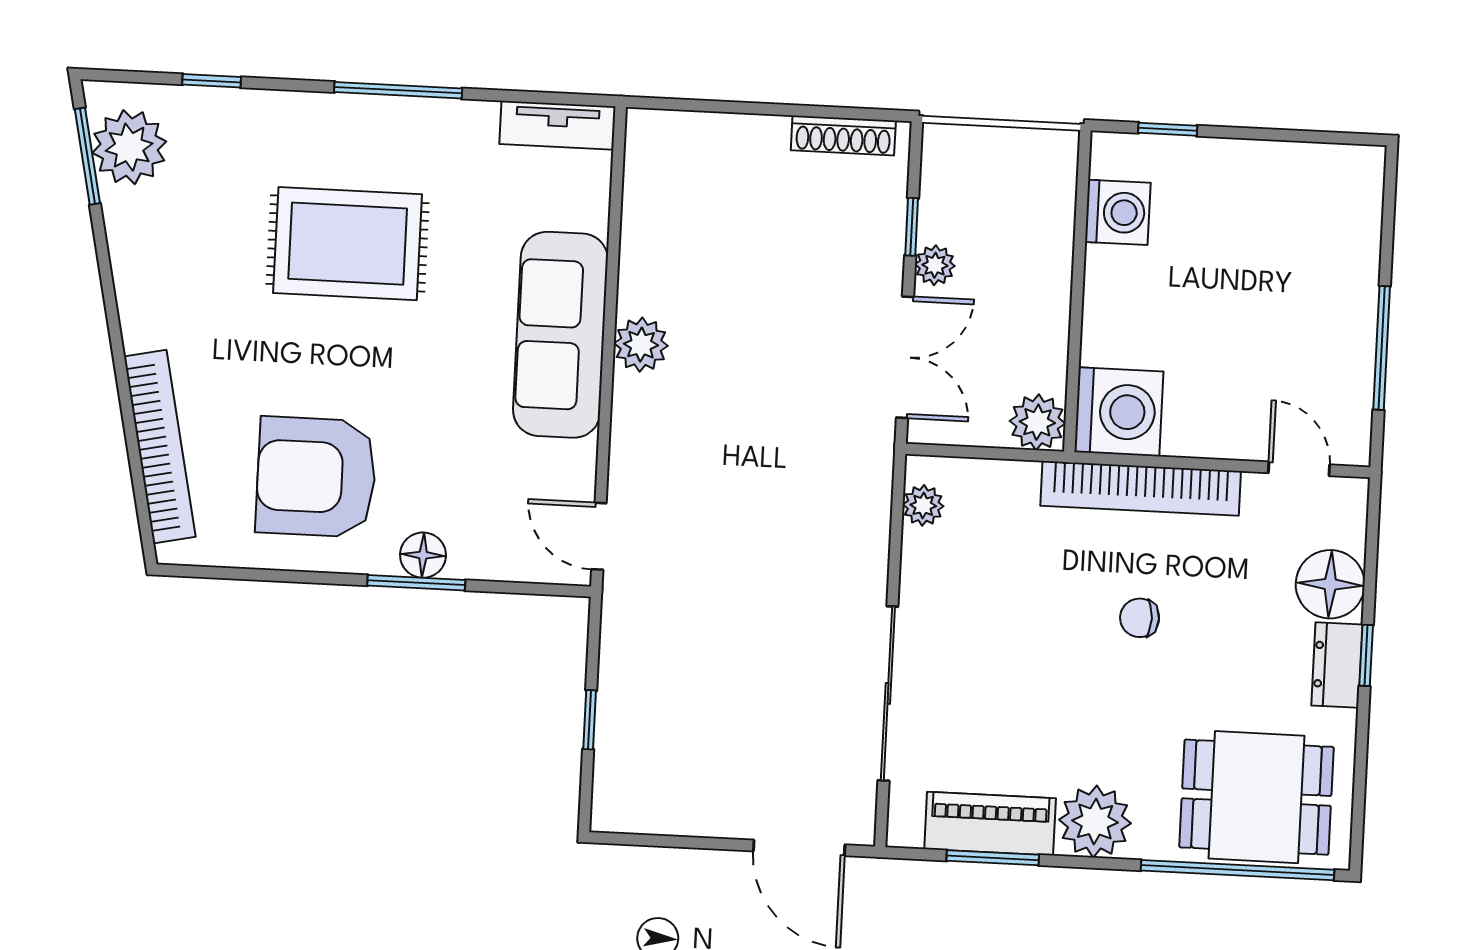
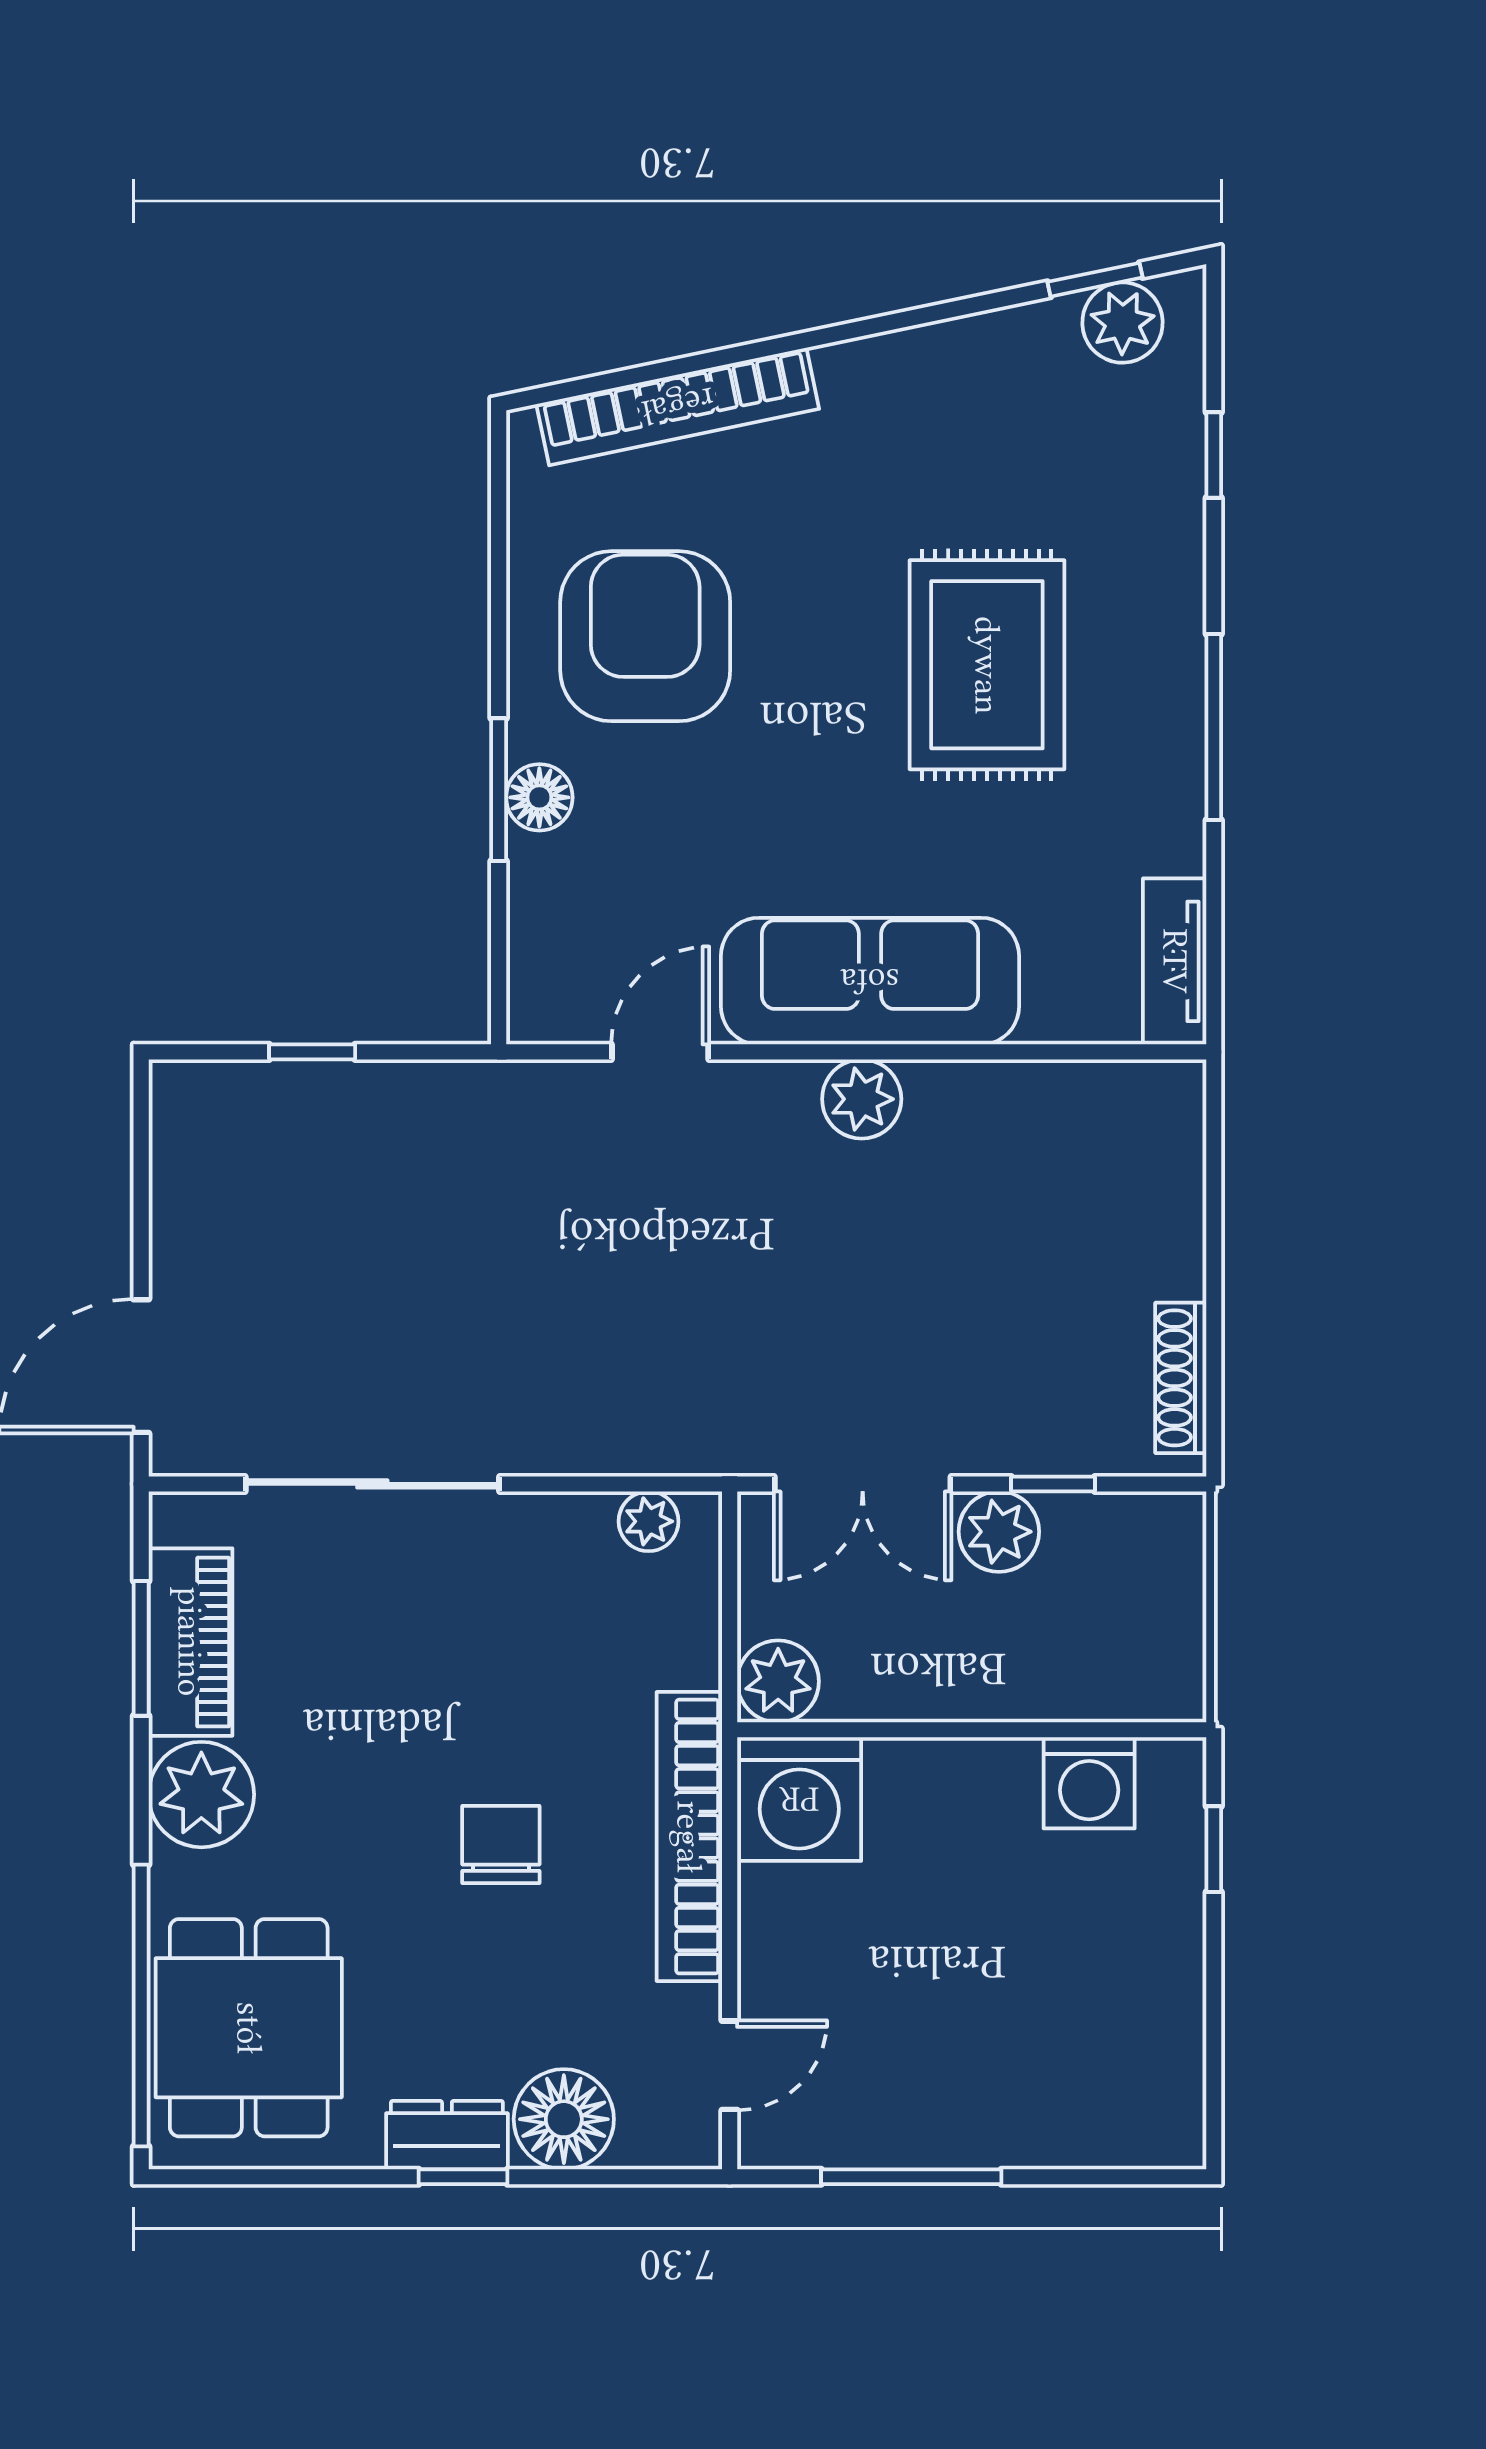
plant: (129, 147) -> (1123, 323), width x0.73, depth x0.73
window: (87, 156) -> (1095, 280), width x0.67
plant: (935, 265) -> (999, 1532), width x1.38, depth x1.38
door: (599, 536) -> (660, 1052), moved
chair: (1140, 618) -> (501, 1844), width x1.37, depth x1.37

